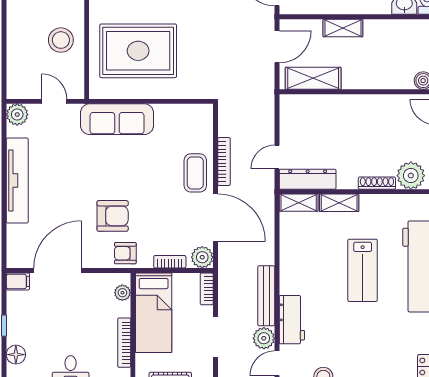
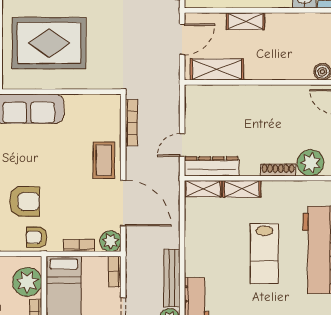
bookcase: (224, 162) -> (131, 123), moved
plant: (122, 293) -> (27, 282), width x1.88, depth x1.88

